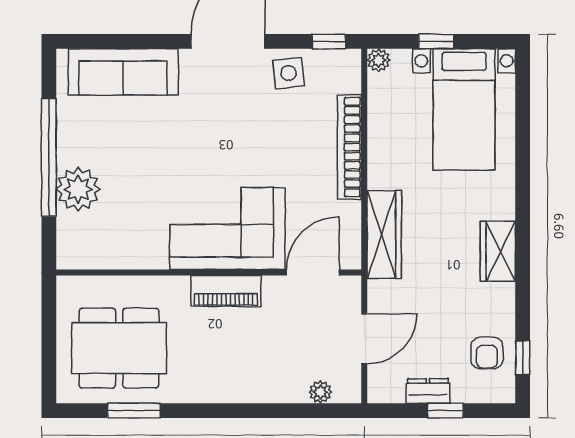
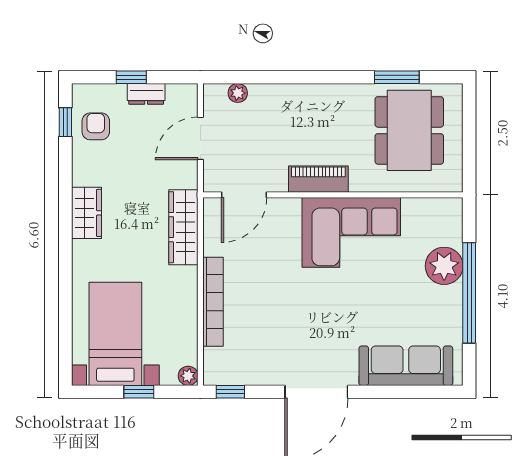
side table: (289, 73) -> (265, 365), removed
corner sofa: (227, 228) -> (351, 232), moved
dining table: (119, 348) -> (409, 130), turned 90

